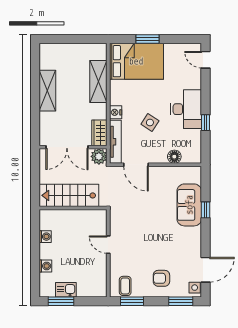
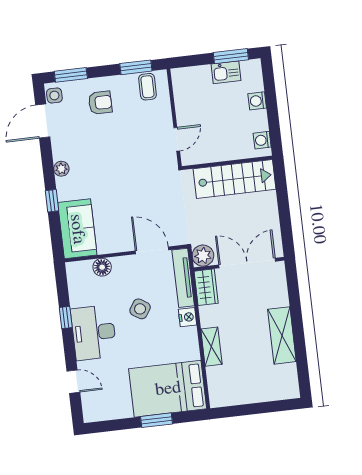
door: (206, 60) -> (73, 382), moved
shelving: (98, 81) -> (211, 347), width x0.67, depth x0.75
stairs: (69, 195) -> (235, 179), moved
sofa: (189, 205) -> (77, 229), moved
wall: (73, 208) -> (227, 163), moved
plant: (196, 233) -> (61, 169), added
door: (108, 245) -> (177, 139), hinge flipped

